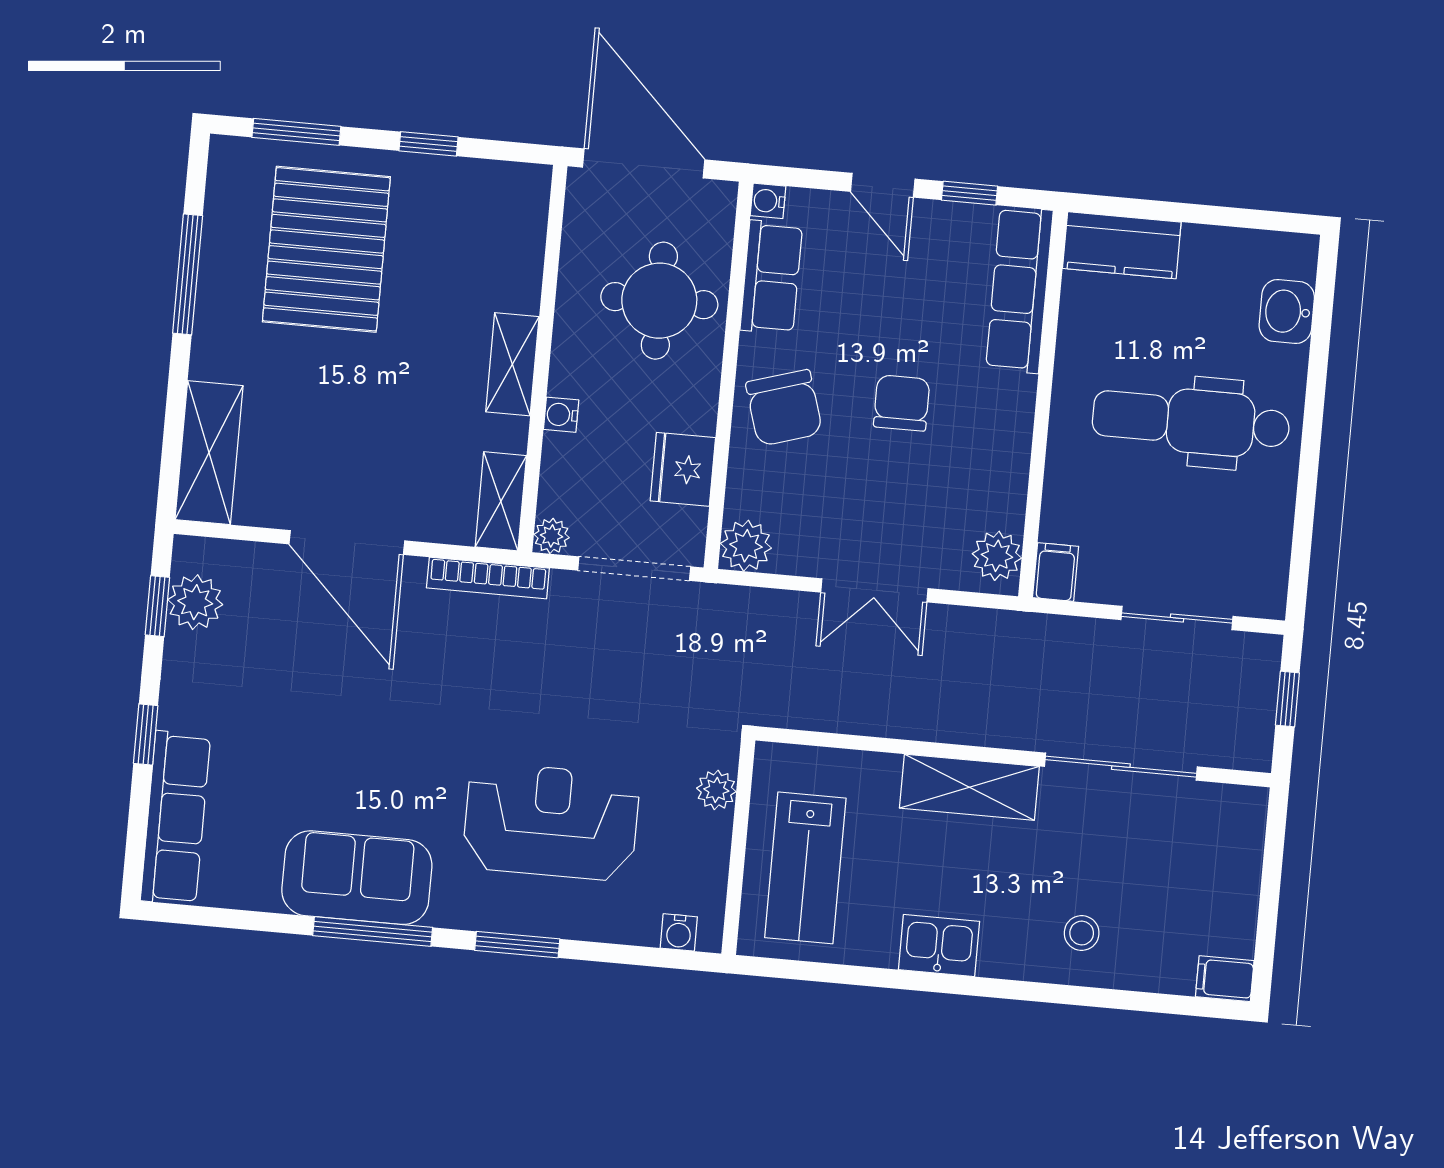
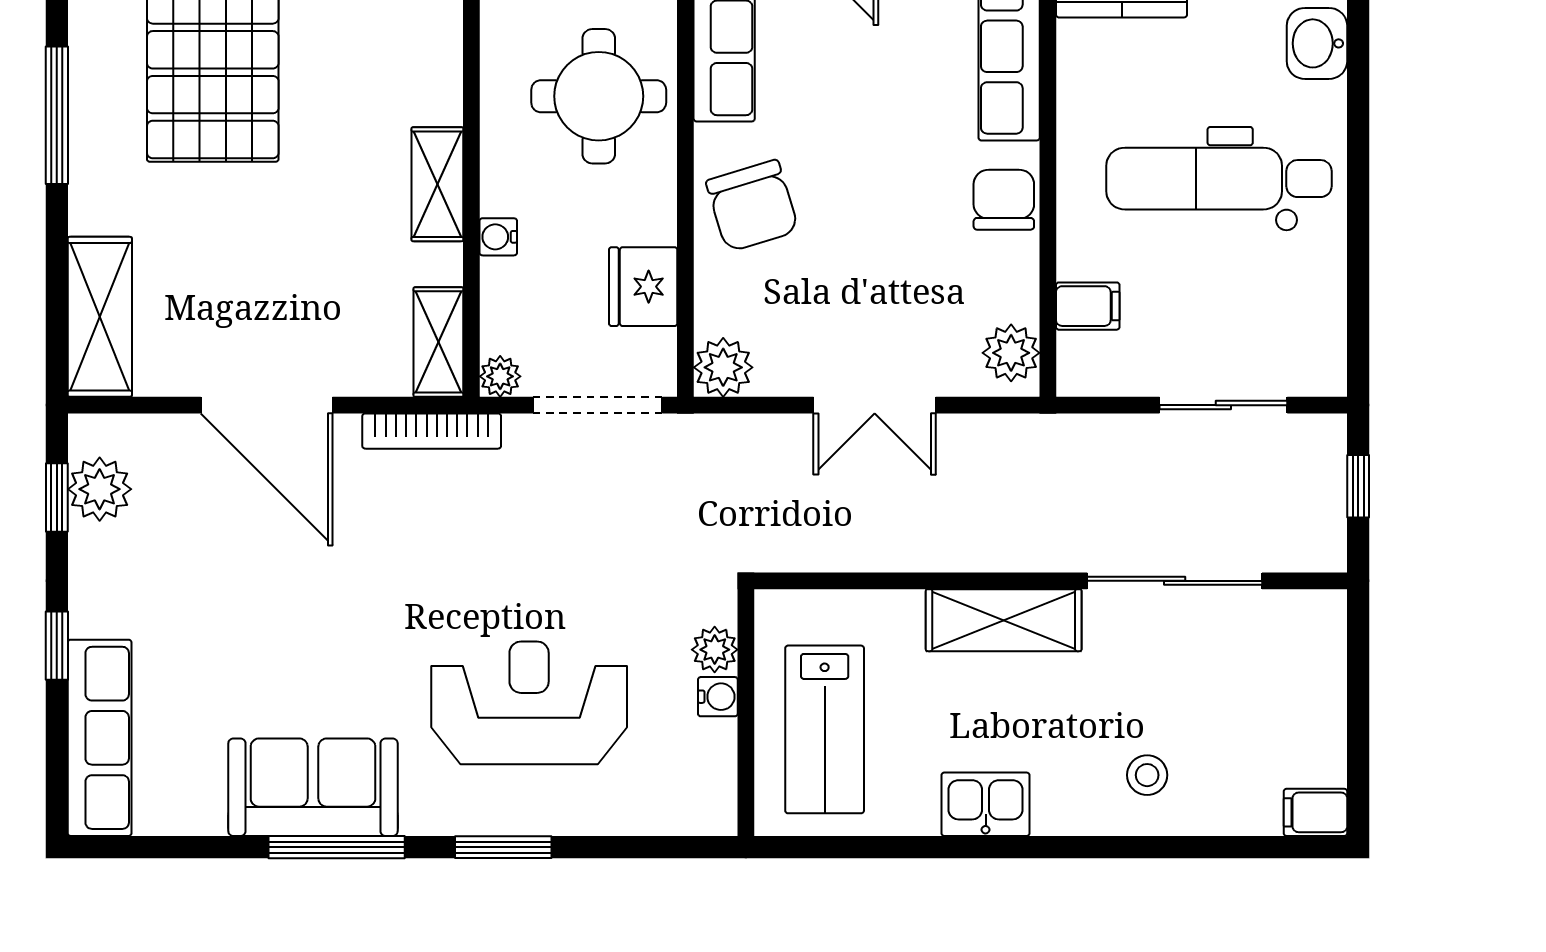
chair: (902, 403) -> (1004, 200), moved
filing cabinet: (1056, 572) -> (1088, 306), moved, turned 90
water cooler: (679, 932) -> (718, 697), moved, turned -90

